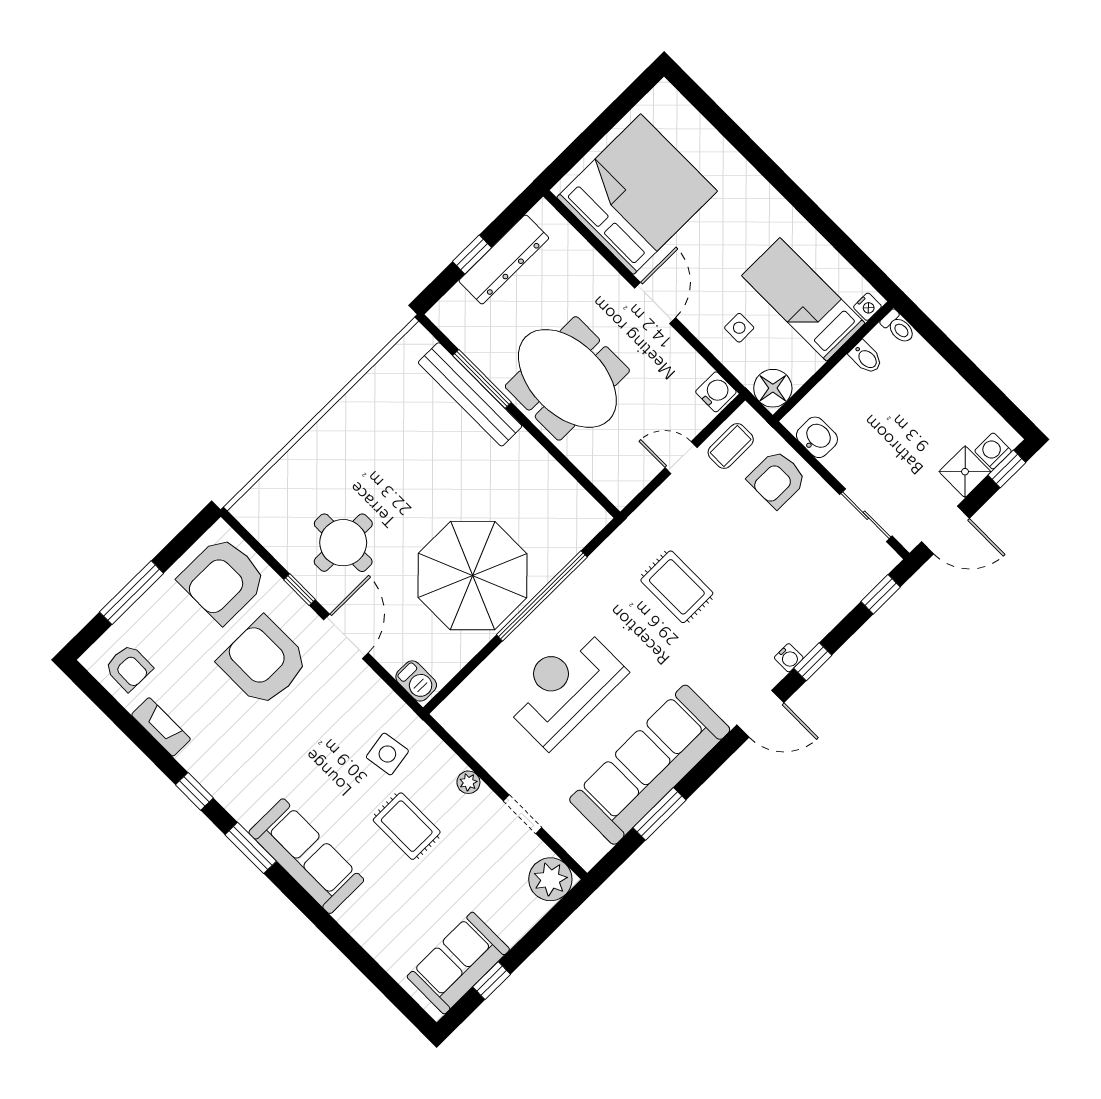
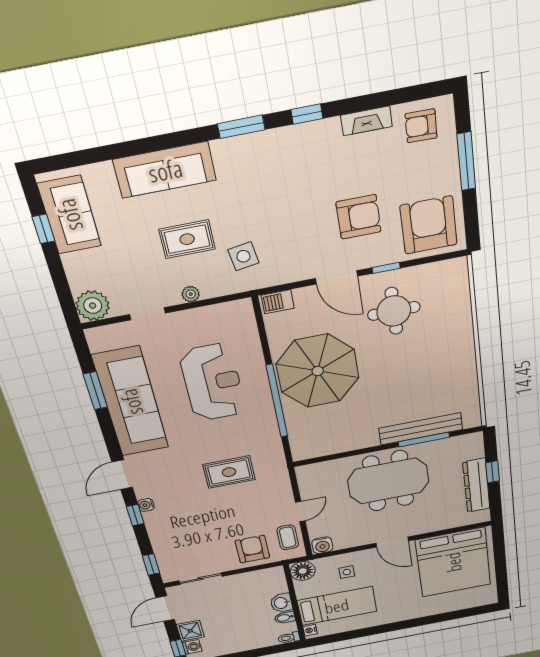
washbasin: (817, 437) -> (281, 603), moved, turned 90
armchair: (264, 662) -> (359, 217), width x0.73, depth x0.73
sofa: (306, 856) -> (165, 170), moved

